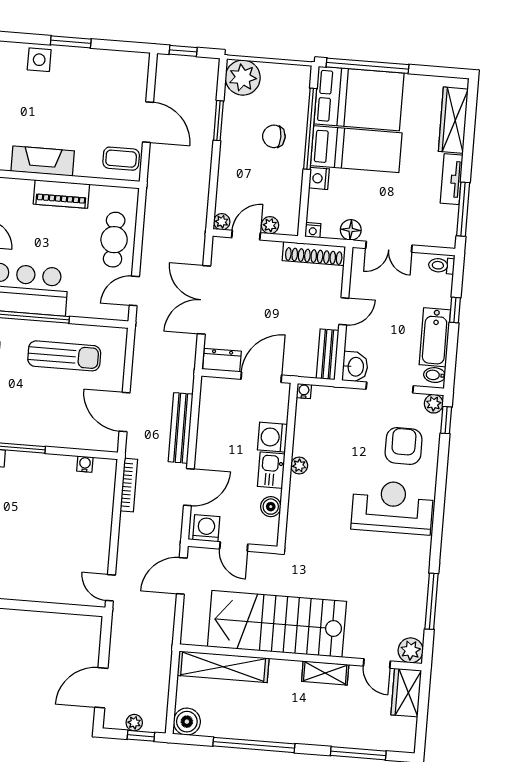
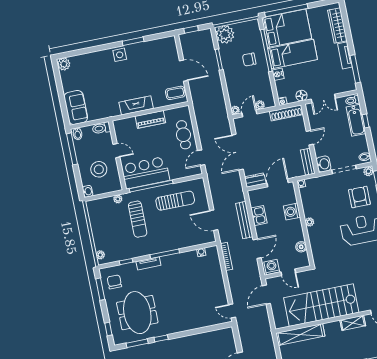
bathtub: (435, 337) -> (356, 120), moved
kitchen sink: (271, 470) -> (259, 216), moved, turned 180

